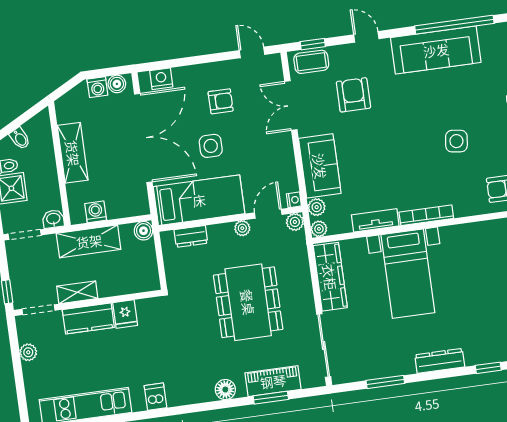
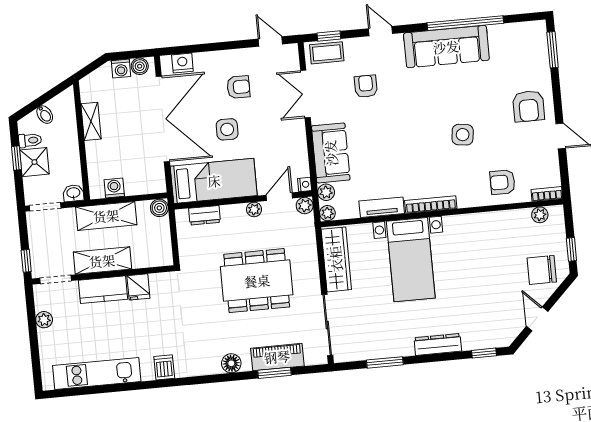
armchair: (353, 95) -> (366, 86), width x0.72, depth x0.72
shelving: (73, 153) -> (91, 121), width x0.67, depth x0.75
shelving: (77, 292) -> (102, 261), width x1.50, depth x1.33
dining table: (248, 302) -> (257, 281), turned 90

